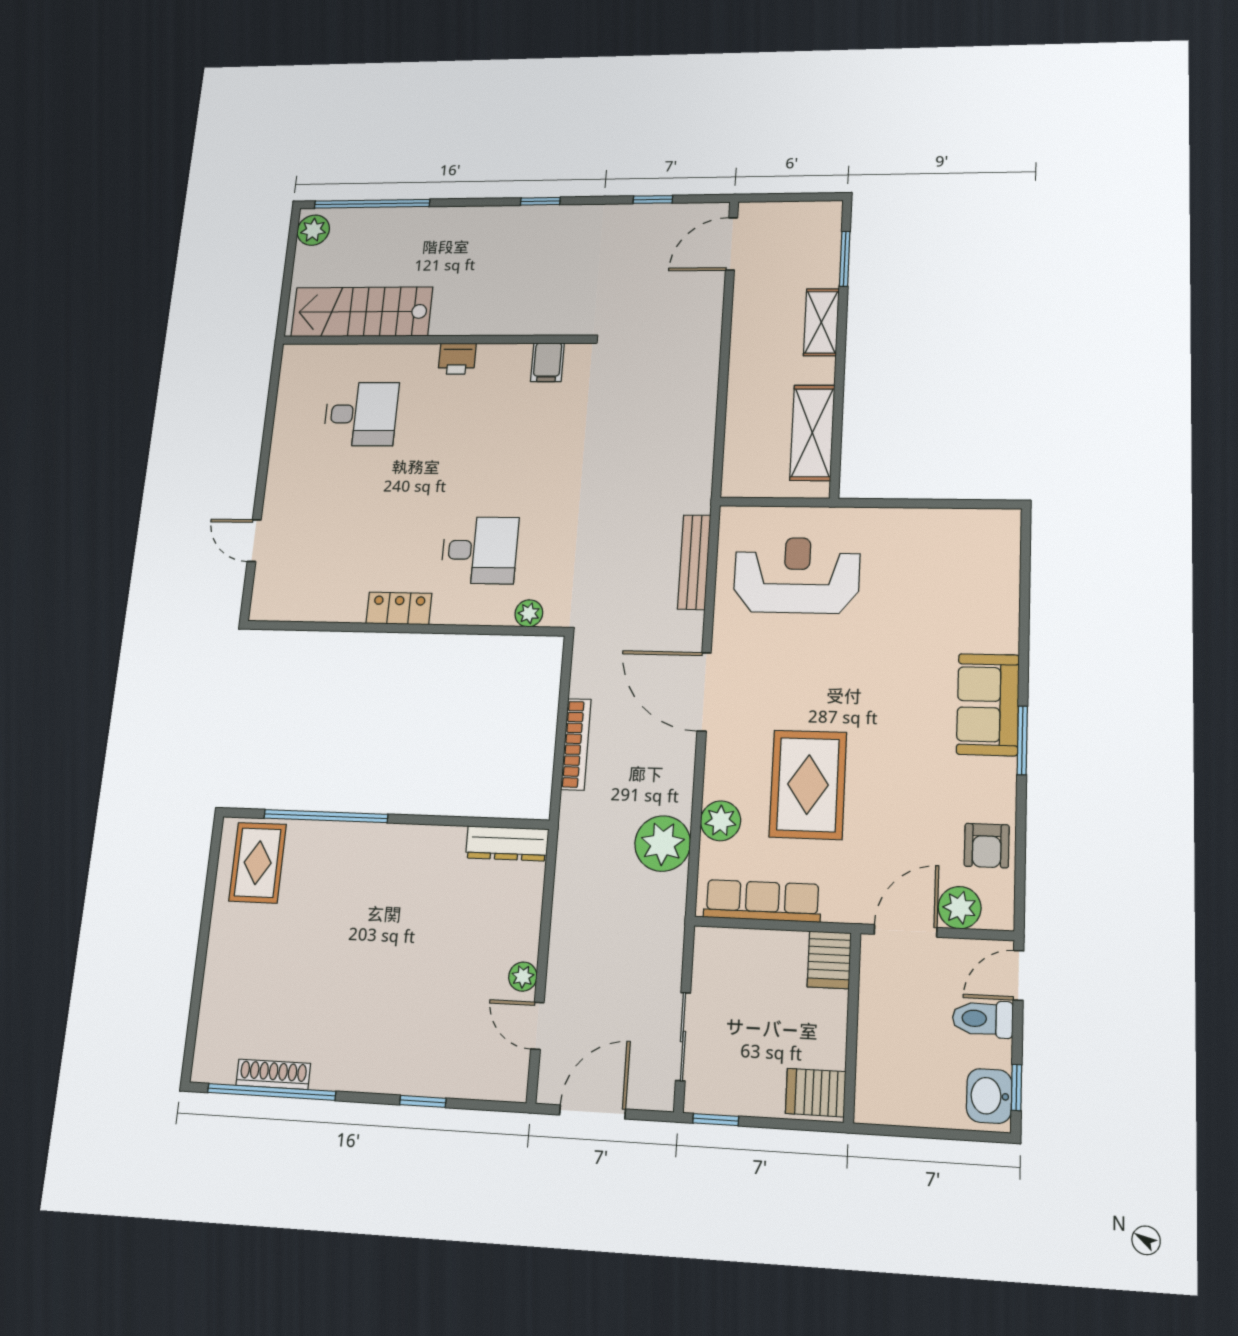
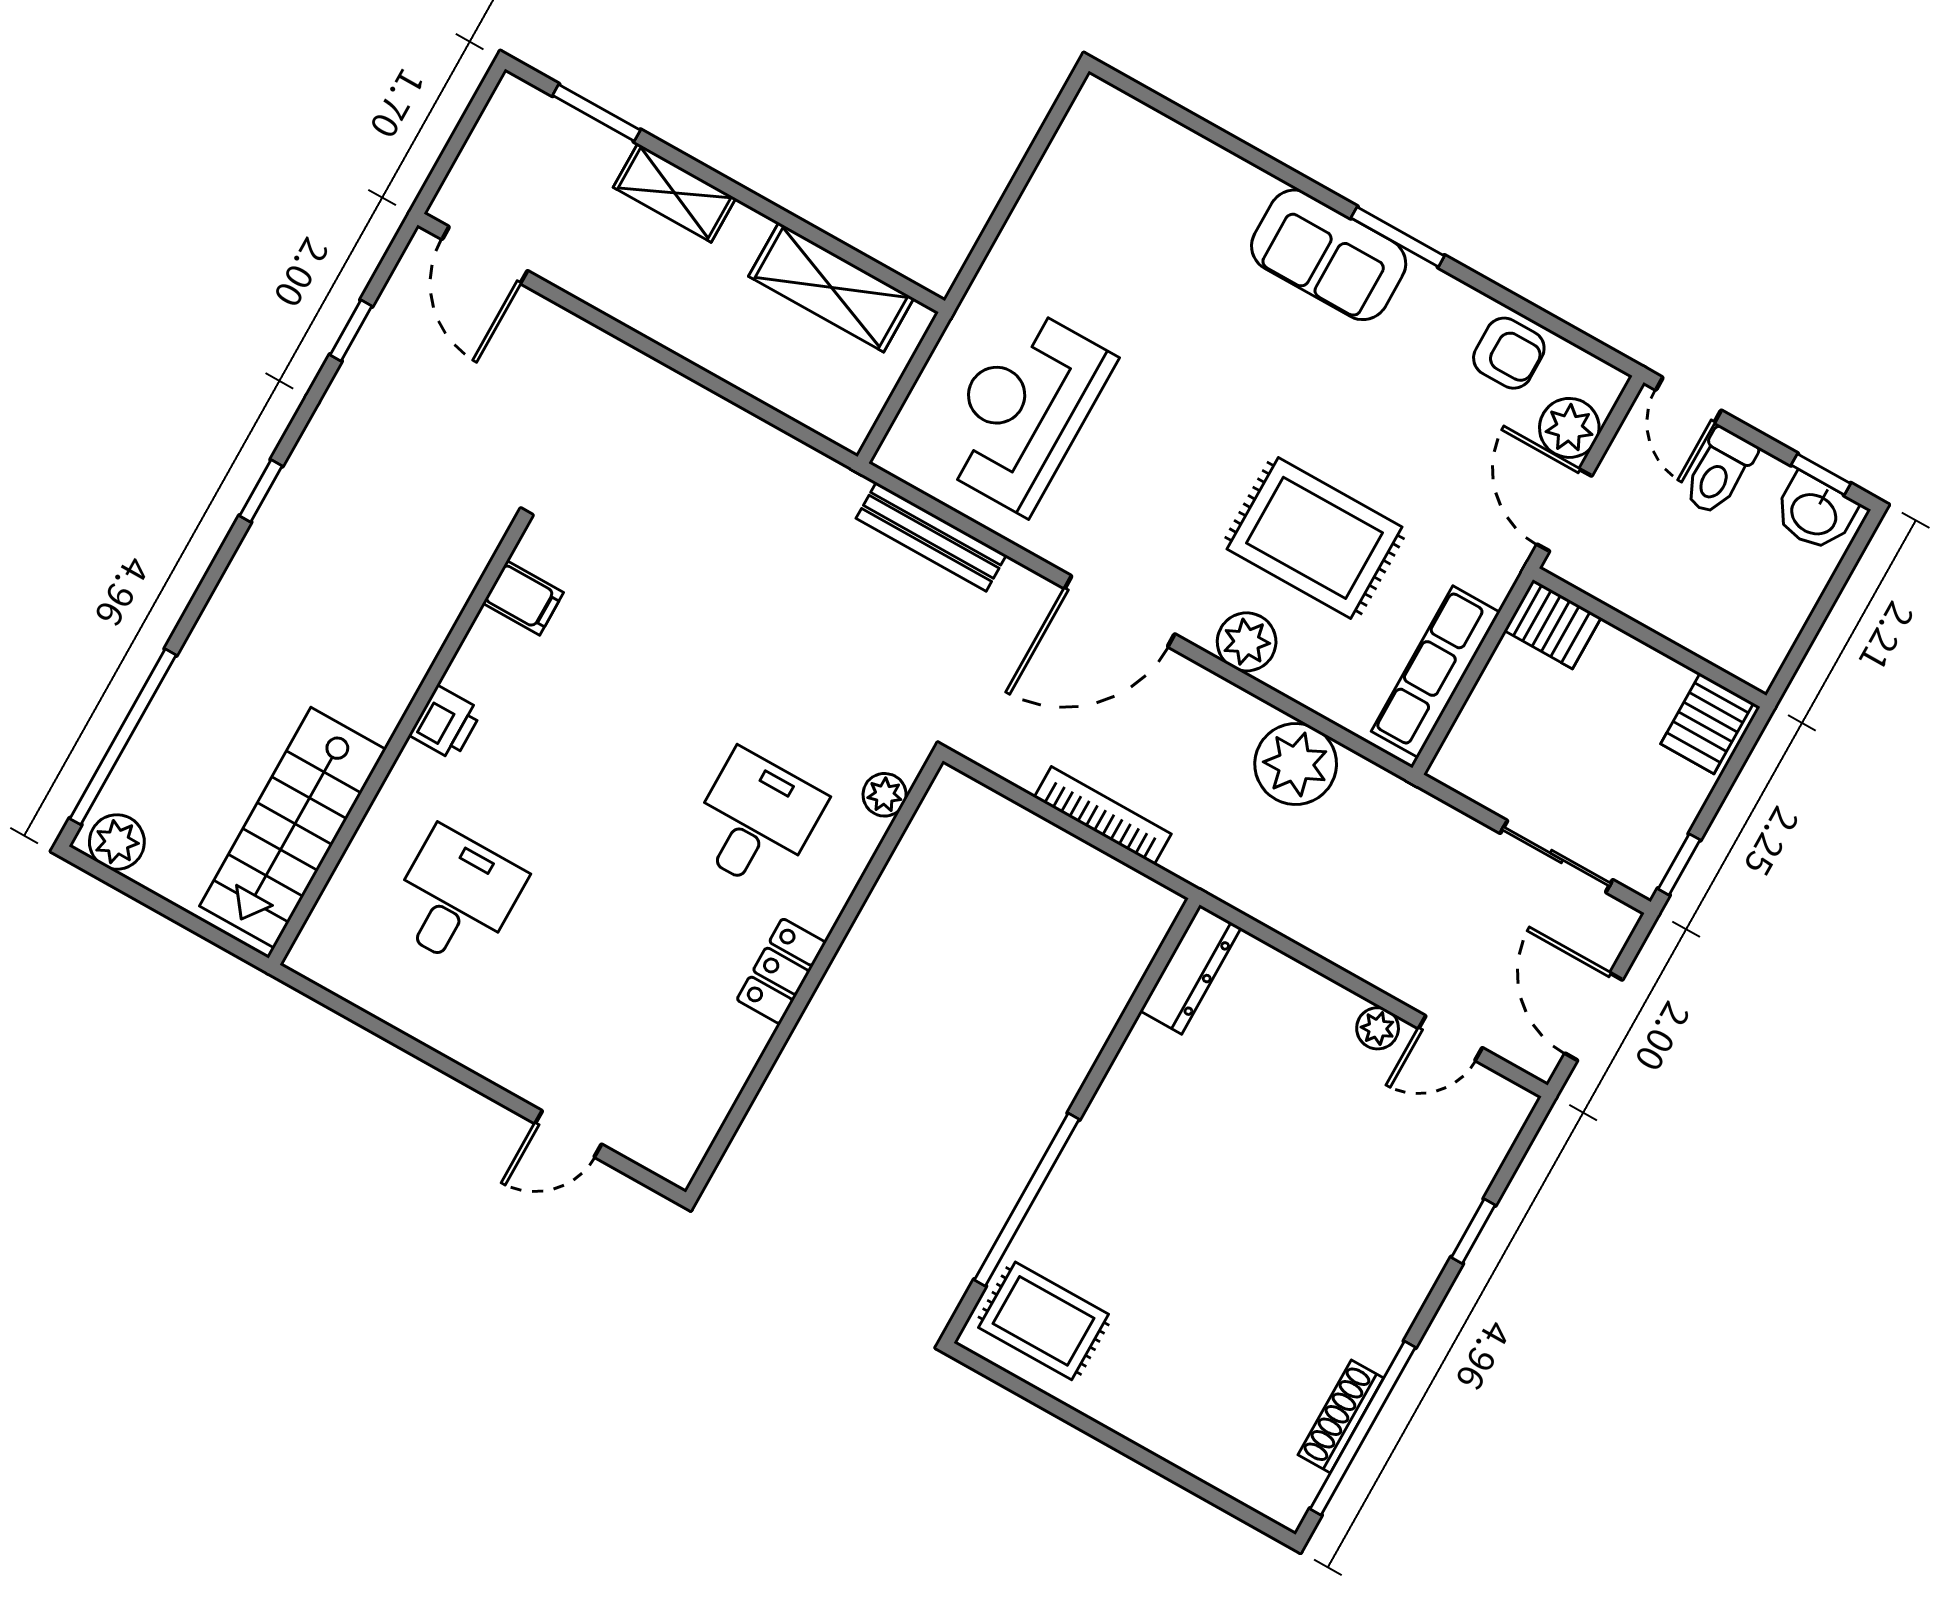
plant: (721, 821) -> (1247, 642), moved

